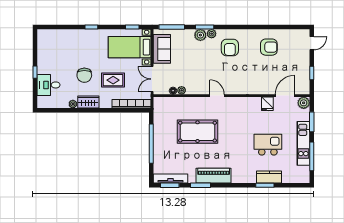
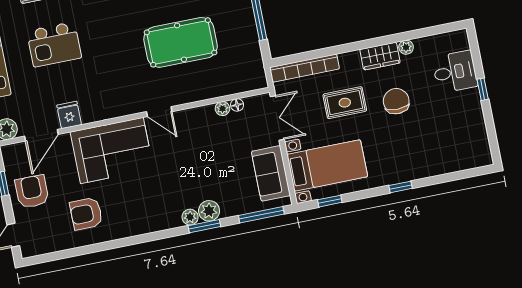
armchair: (230, 47) -> (32, 192), moved
corner sofa: (248, 79) -> (112, 150), added

